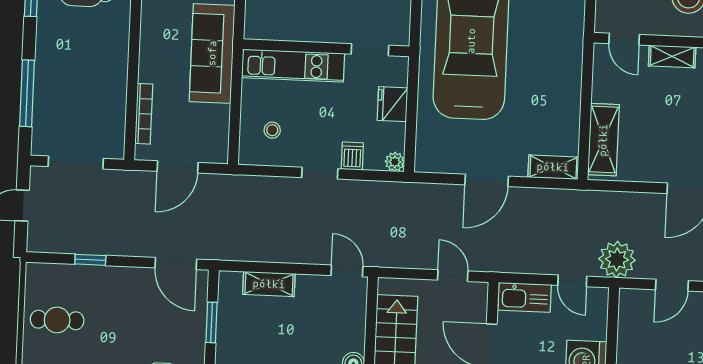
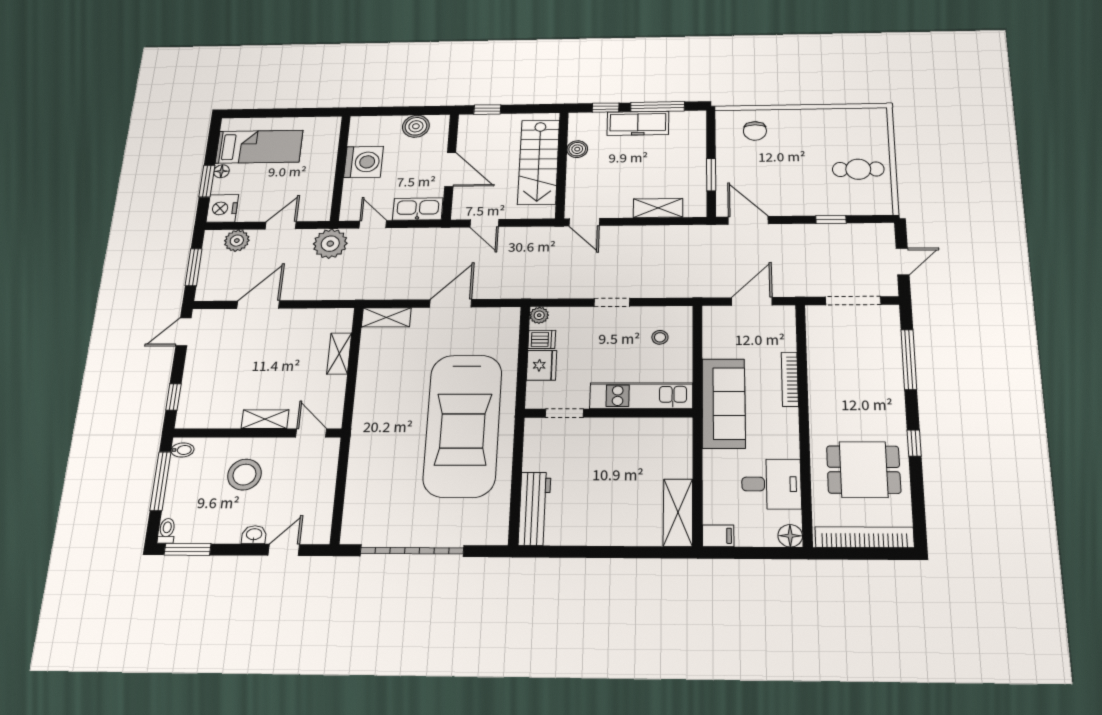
bookcase: (144, 114) -> (790, 379), moved
shelving: (603, 140) -> (339, 353), width x0.67, depth x0.75
dishwasher: (352, 156) -> (542, 339), moved, turned -90

